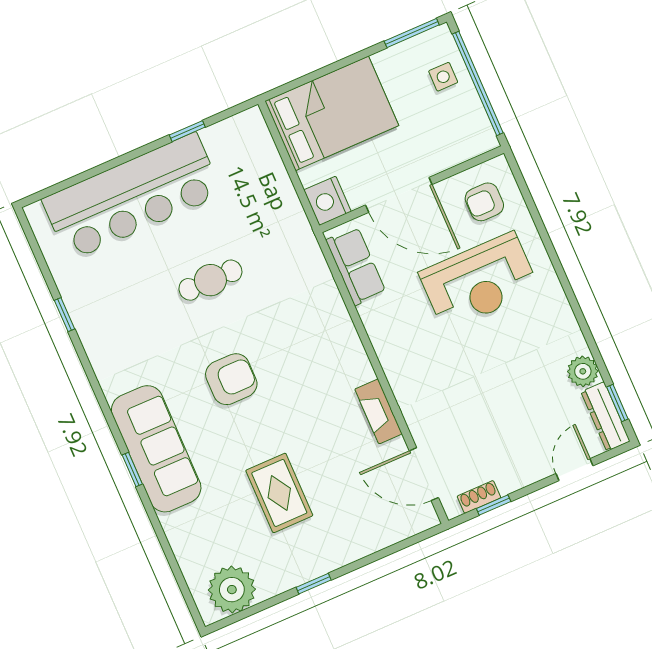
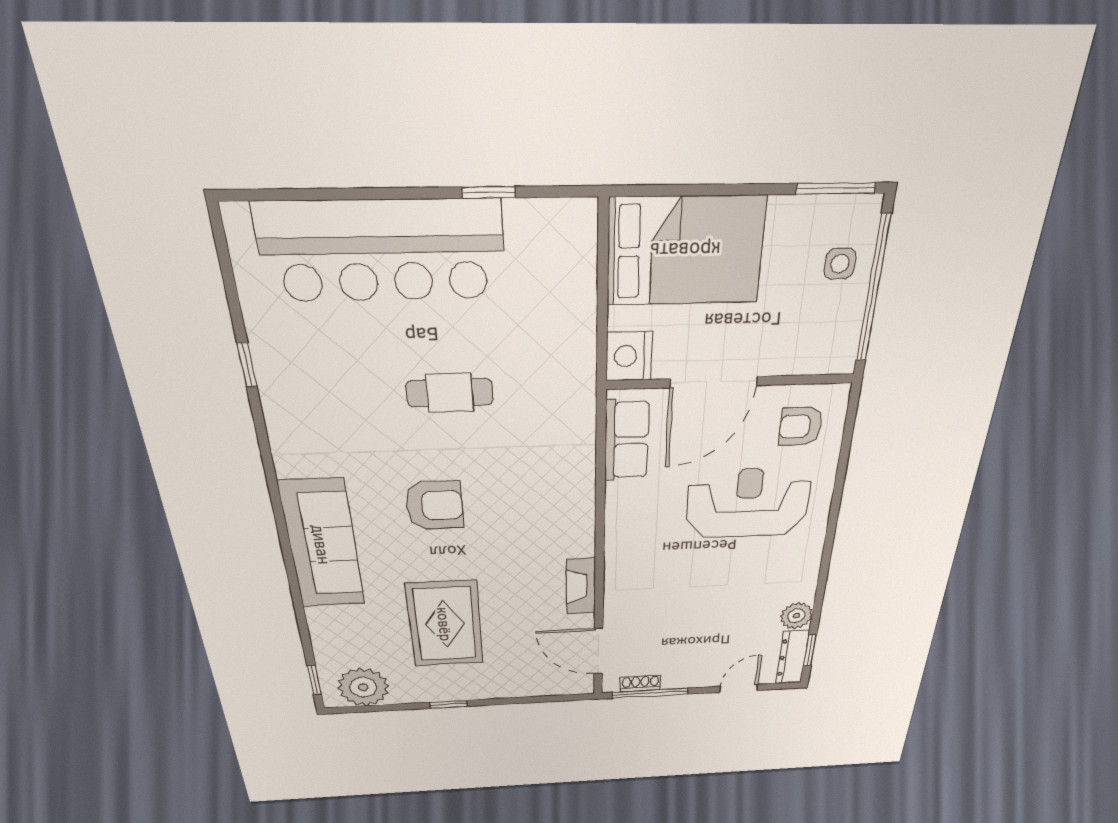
door: (399, 195) -> (714, 382), hinge flipped
reception desk: (479, 281) -> (748, 503), turned 180
window: (132, 470) -> (314, 680), moved
rug: (279, 493) -> (445, 624), width x1.36, depth x1.43
window: (494, 505) -> (650, 693), width x2.17

